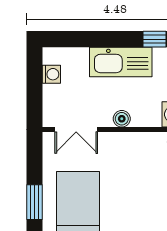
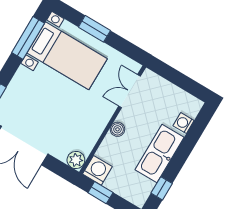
washing machine: (51, 74) -> (184, 123), moved, turned 90

